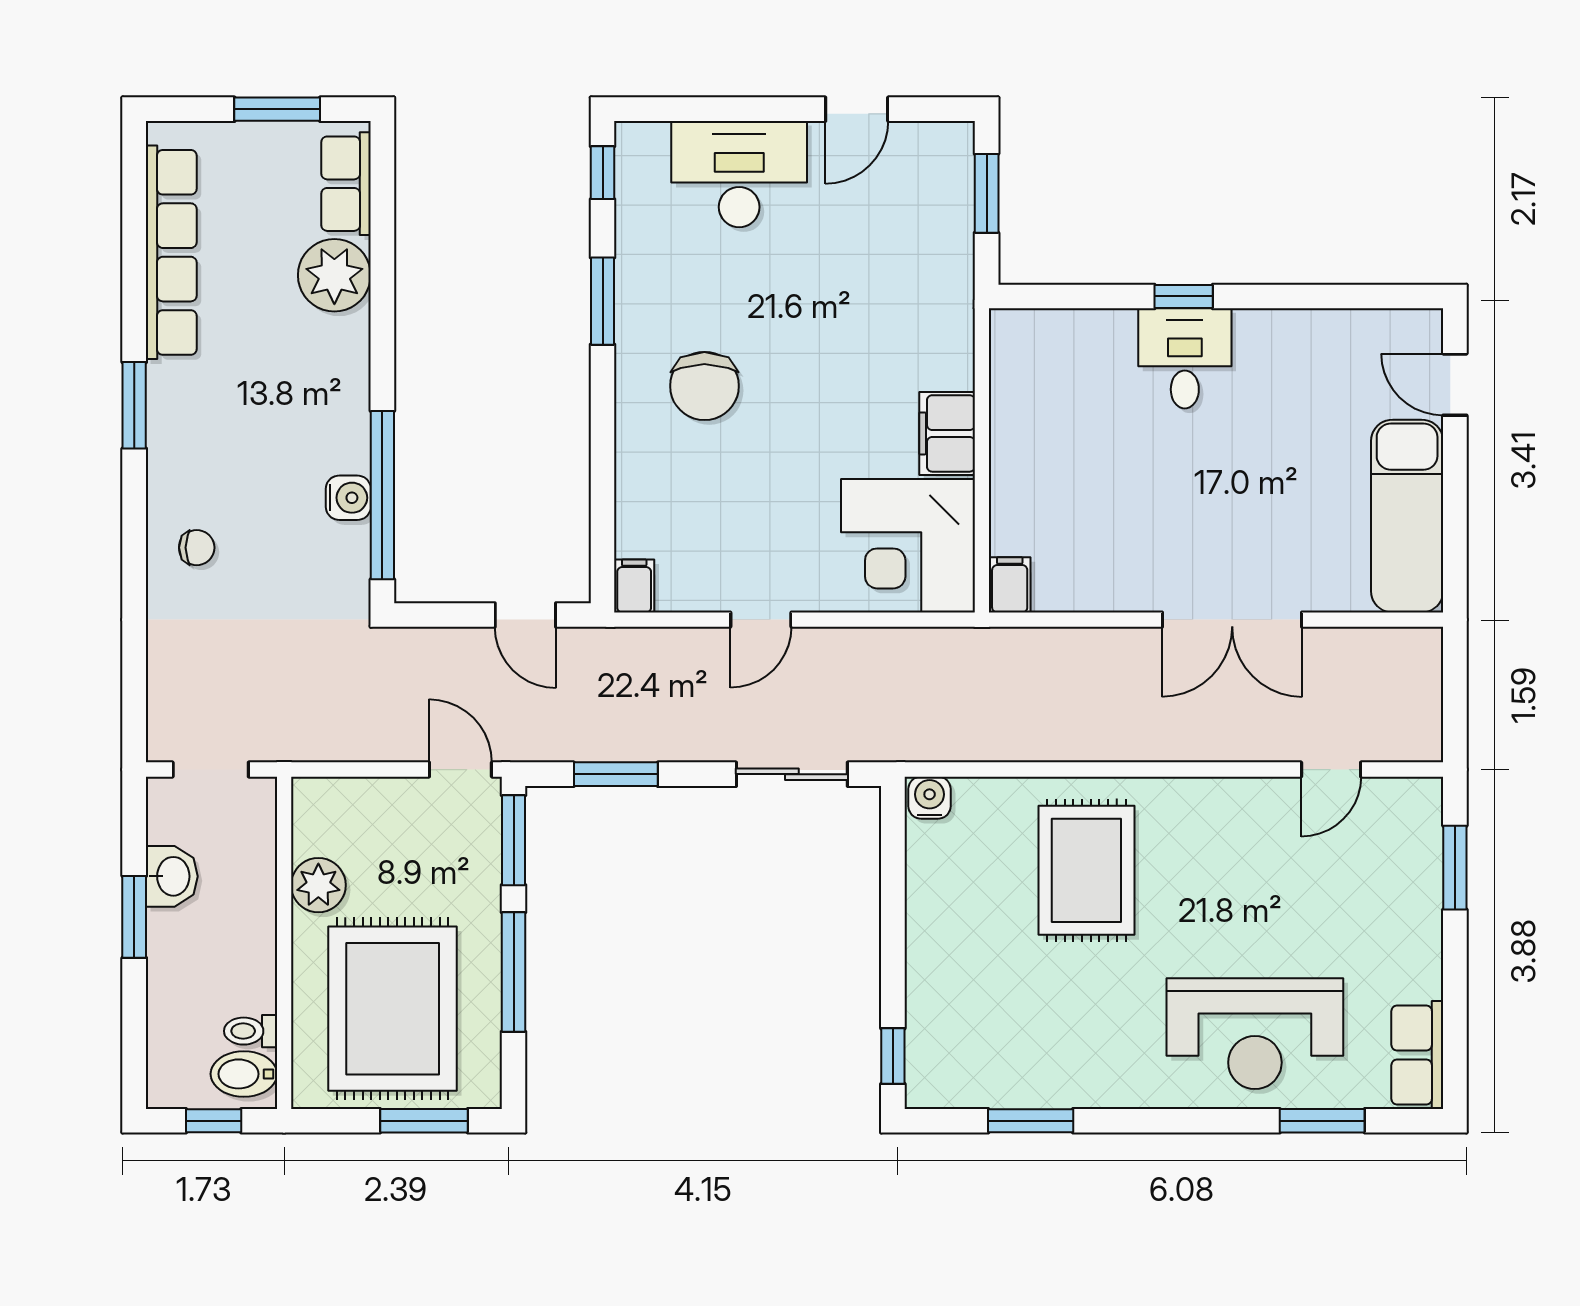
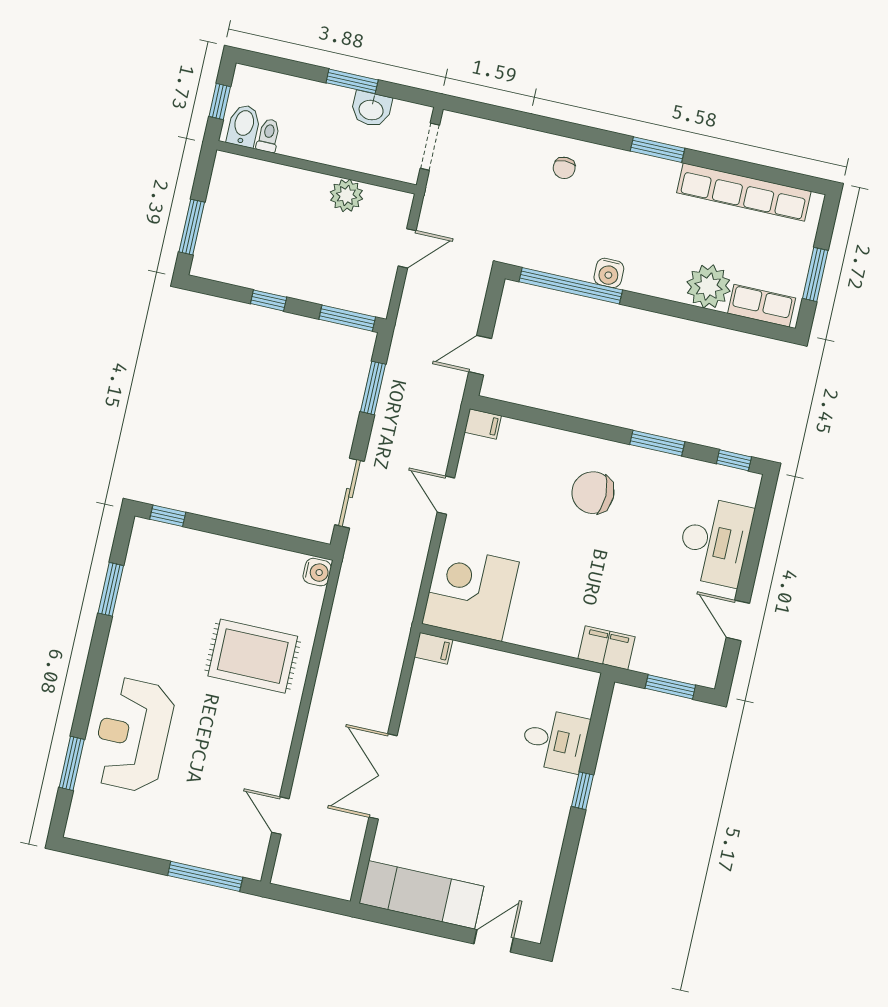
desk: (1185, 358) -> (555, 740), moved
filing cabinet: (947, 433) -> (606, 648), moved
water cooler: (348, 498) -> (609, 273), moved
door: (460, 770) -> (407, 248), moved
window: (1455, 868) -> (205, 876), width x1.44
window: (514, 972) -> (269, 300), width x0.46
rug: (393, 1009) -> (263, 223), removed
row of seats: (1417, 1055) -> (98, 829), removed

